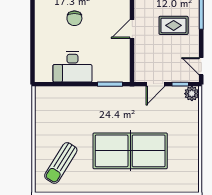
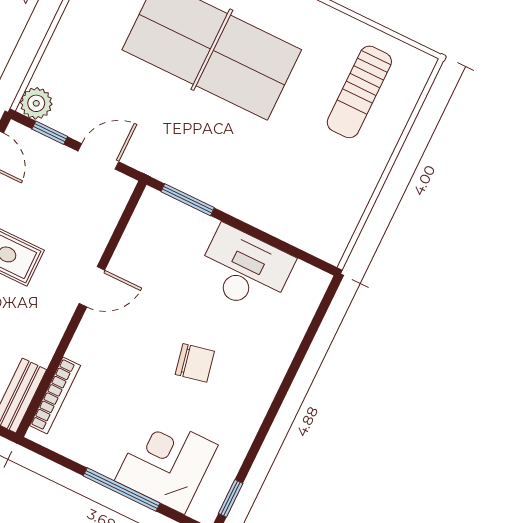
chair: (74, 18) -> (195, 363), turned 78
sun lounger: (61, 163) -> (359, 92), turned 148

